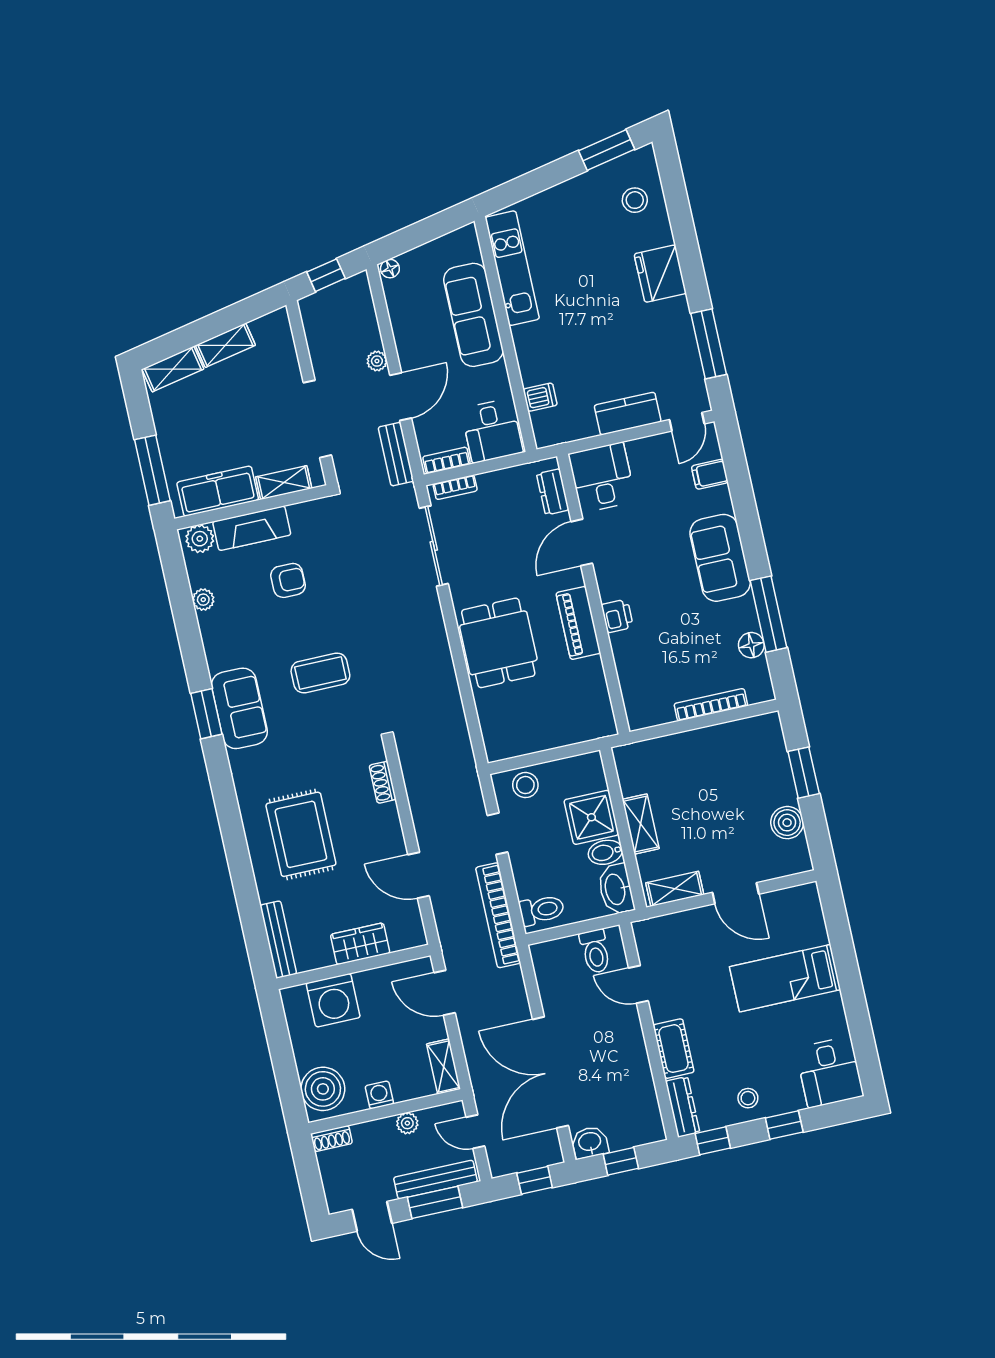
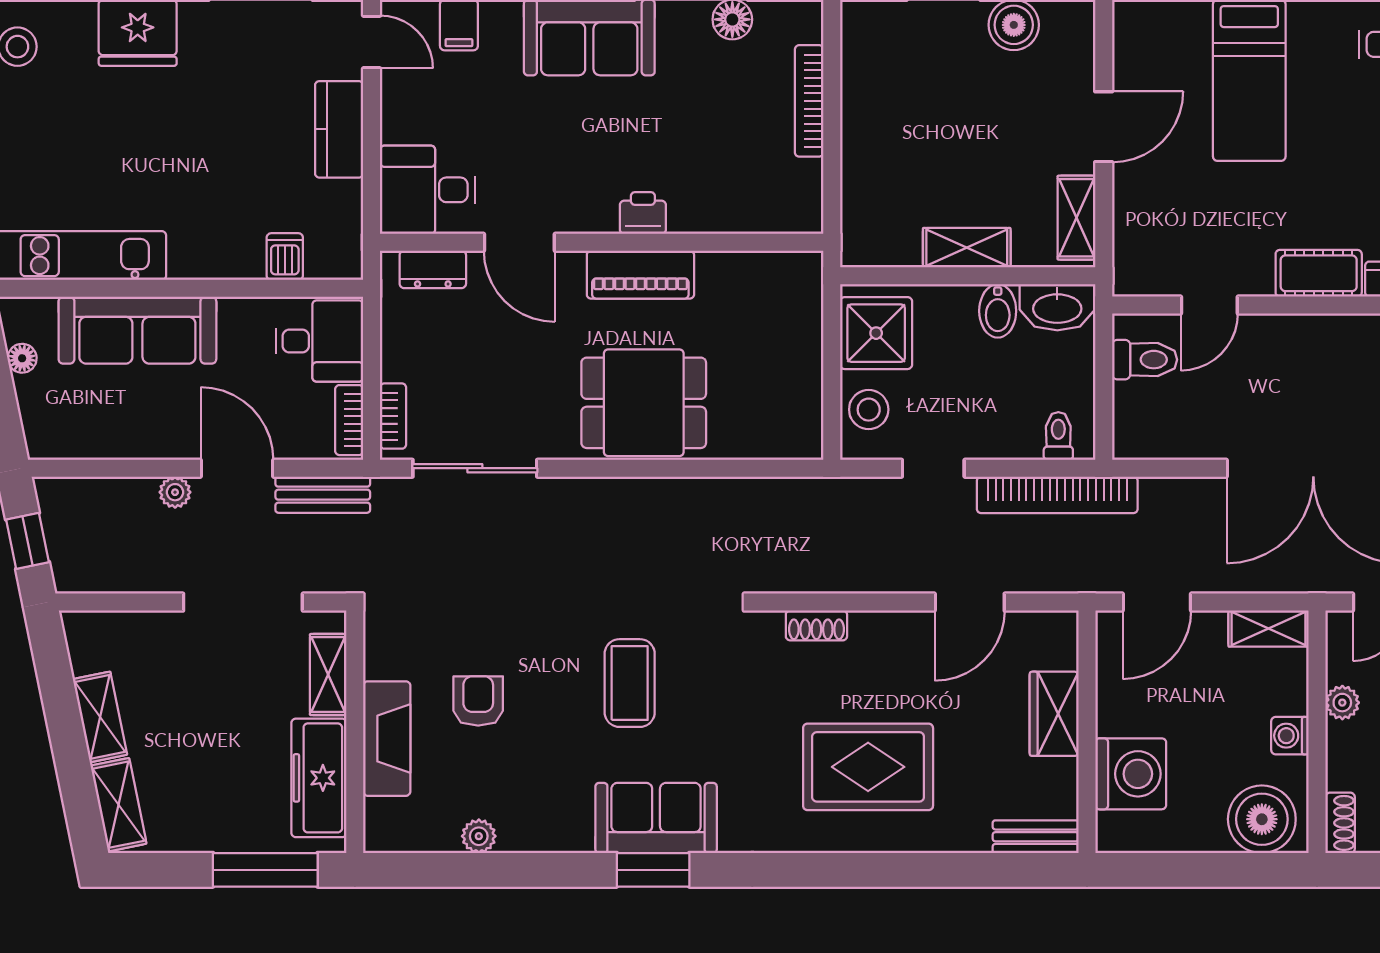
floor lamp: (390, 269) -> (22, 358), moved
plant: (200, 539) -> (385, 821), removed
shower: (591, 817) -> (876, 333), moved
toilet: (542, 910) -> (1058, 436), width x0.73, depth x0.72
bench: (278, 939) -> (1036, 837), width x0.73

